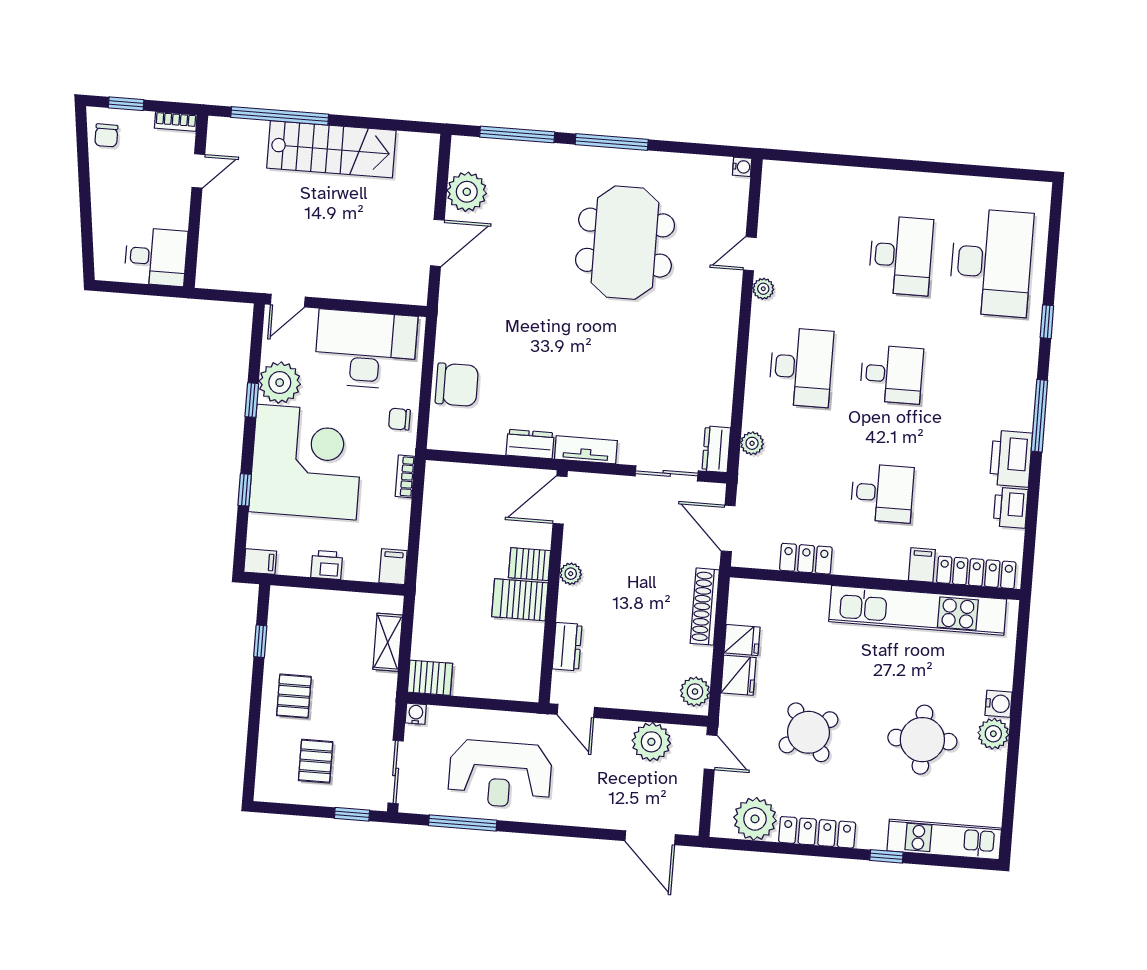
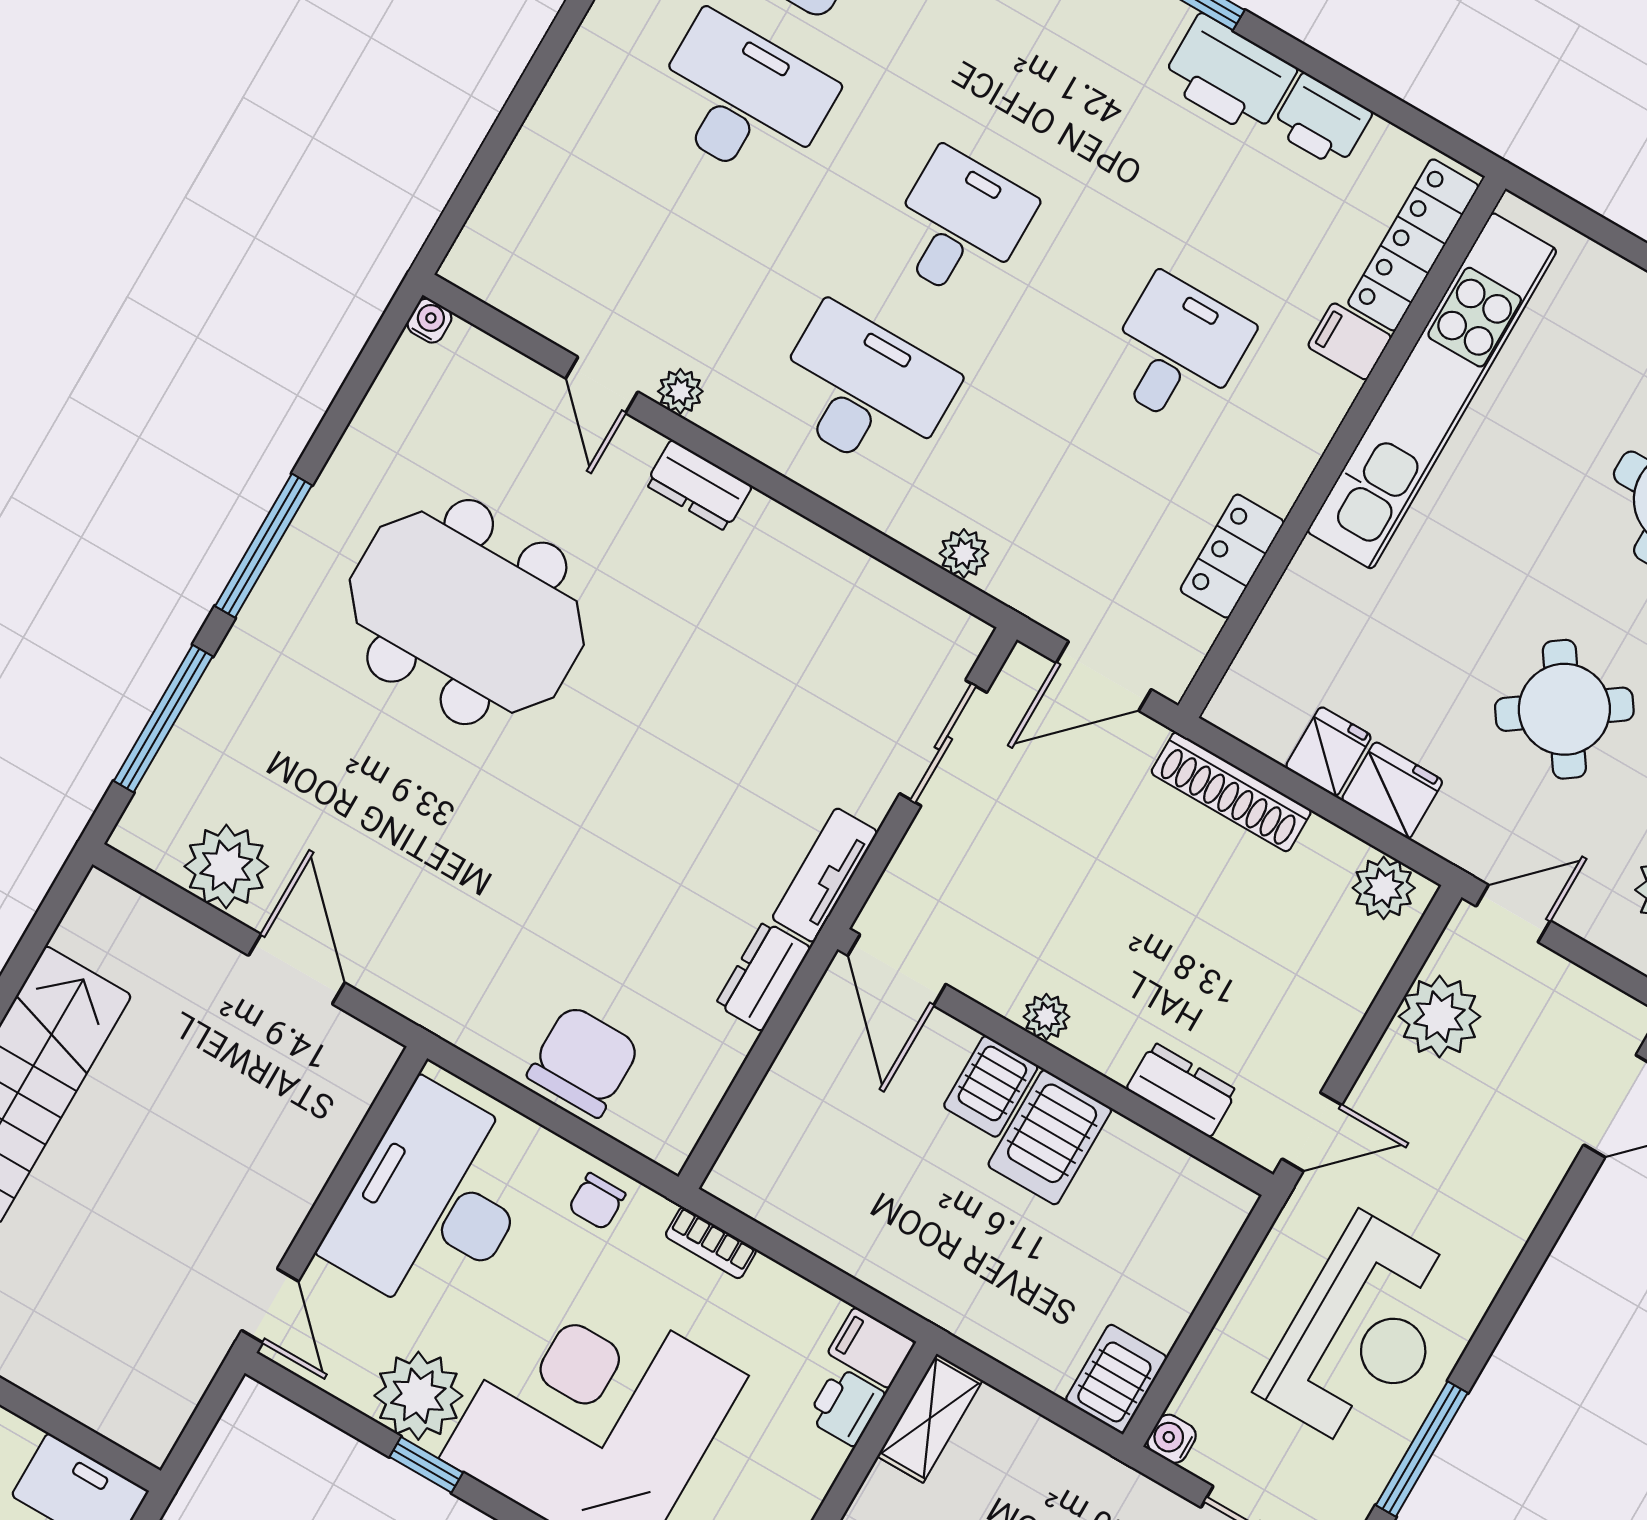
dresser: (716, 449) -> (699, 485), moved
printer: (327, 565) -> (846, 1406), moved
shelving: (388, 642) -> (930, 1418), moved, turned 90

